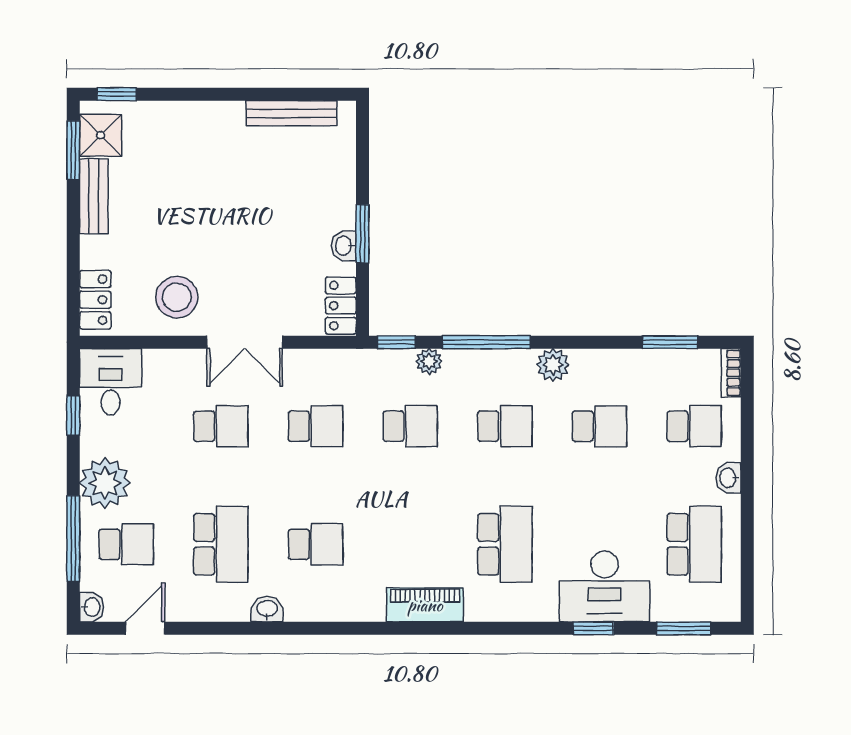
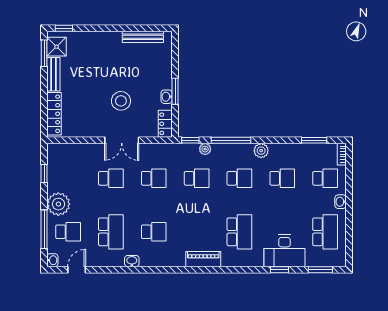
stool: (177, 297) -> (121, 101), moved
locker: (95, 300) -> (54, 114), width x1.53
desk: (111, 382) -> (61, 158), removed

